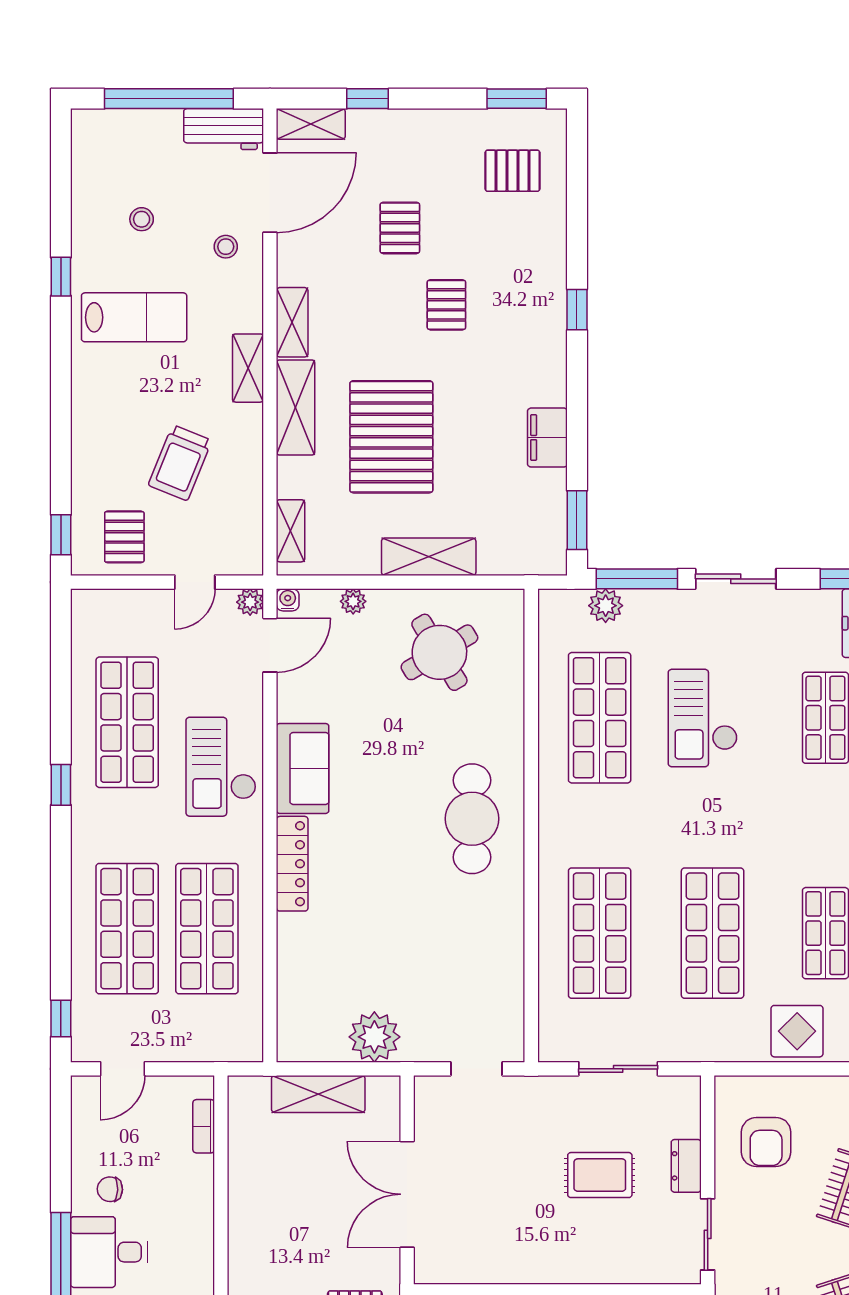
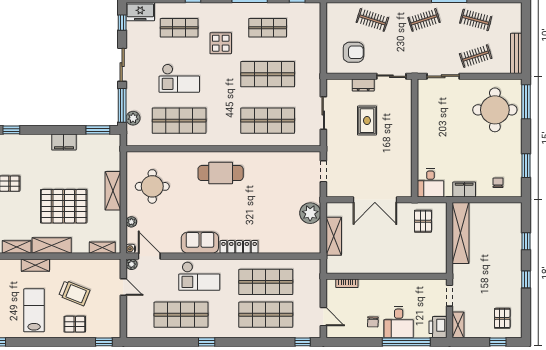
lab bench: (134, 317) -> (34, 310), moved
pallet: (124, 537) -> (75, 324), moved
round table: (439, 652) -> (152, 186), turned 31
display table: (797, 1031) -> (221, 43), moved

